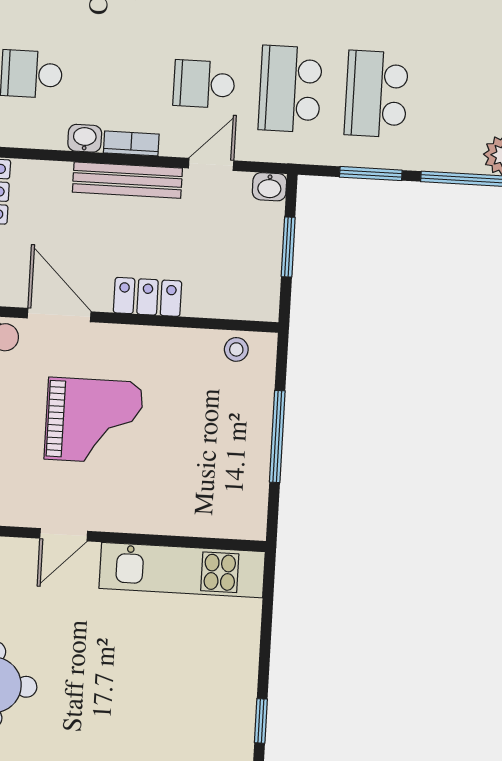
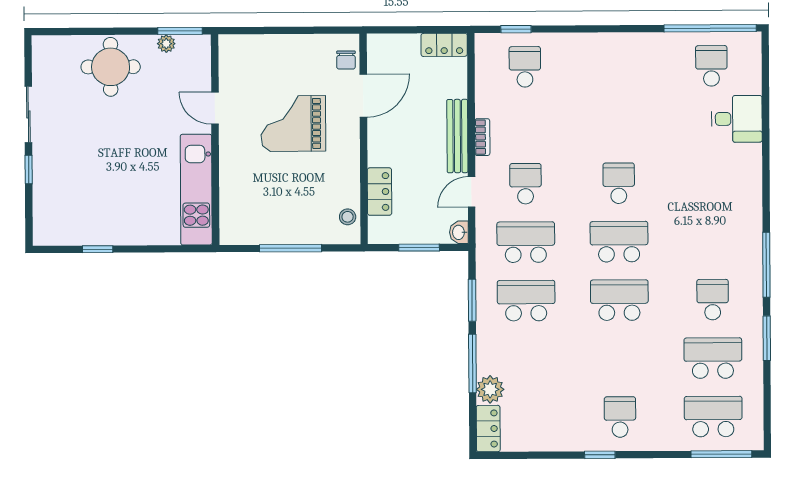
washbasin: (85, 138) -> (484, 105), removed
door: (211, 164) -> (472, 192), swing flipped
locker: (148, 297) -> (379, 192), moved
grand piano: (94, 421) -> (293, 124), turned 90

